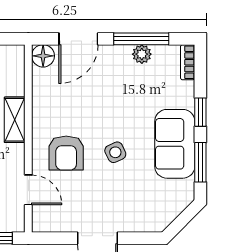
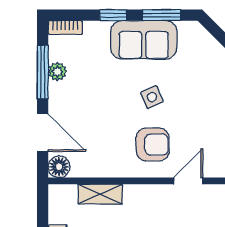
shelving: (15, 120) -> (100, 194), moved

